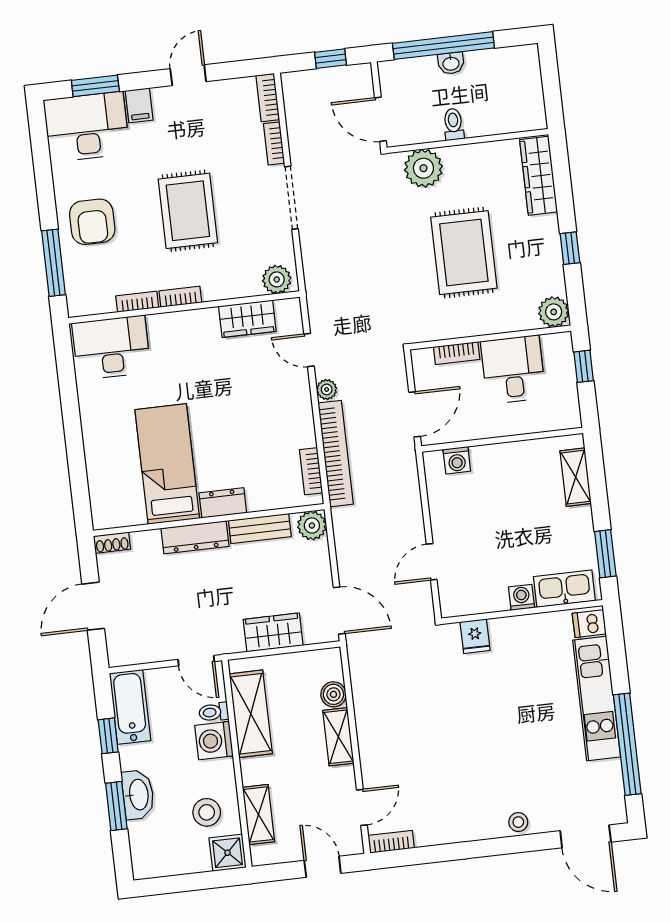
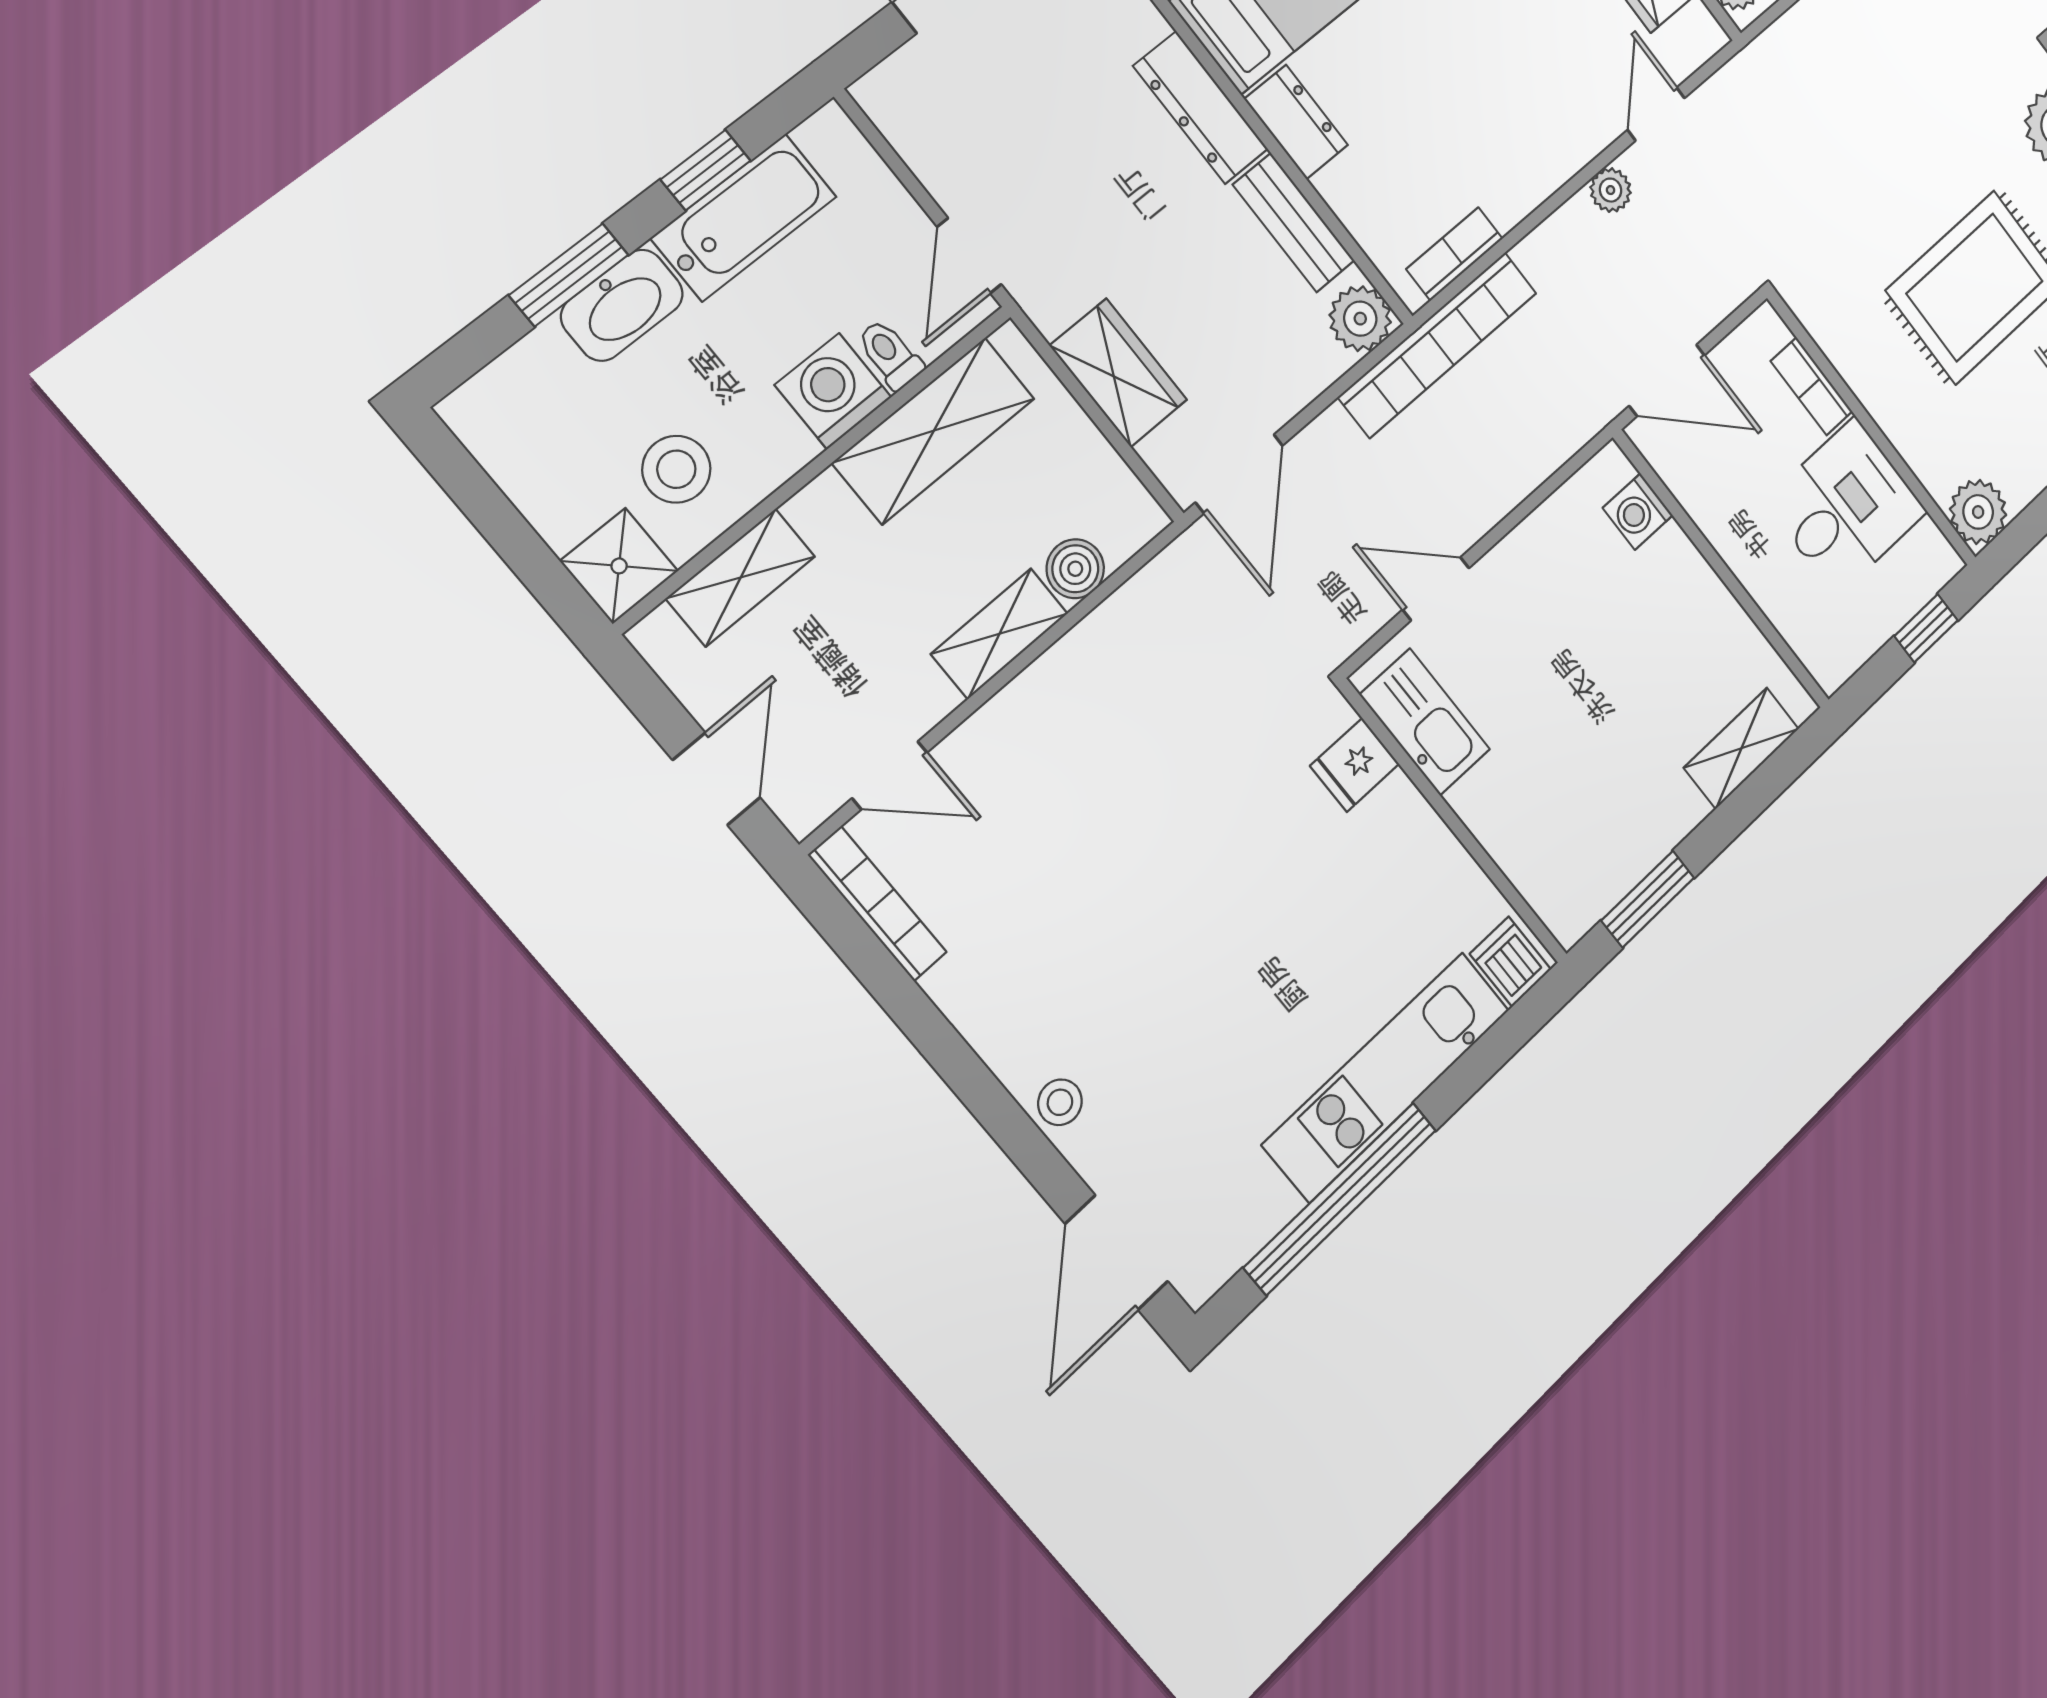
bookcase: (336, 454) -> (1438, 345), moved
kitchen sink: (564, 589) -> (1425, 722), moved
washing machine: (522, 597) -> (1478, 802), removed
bathtub: (130, 707) -> (744, 217), moved
bookcase: (391, 842) -> (877, 904), width x1.56

